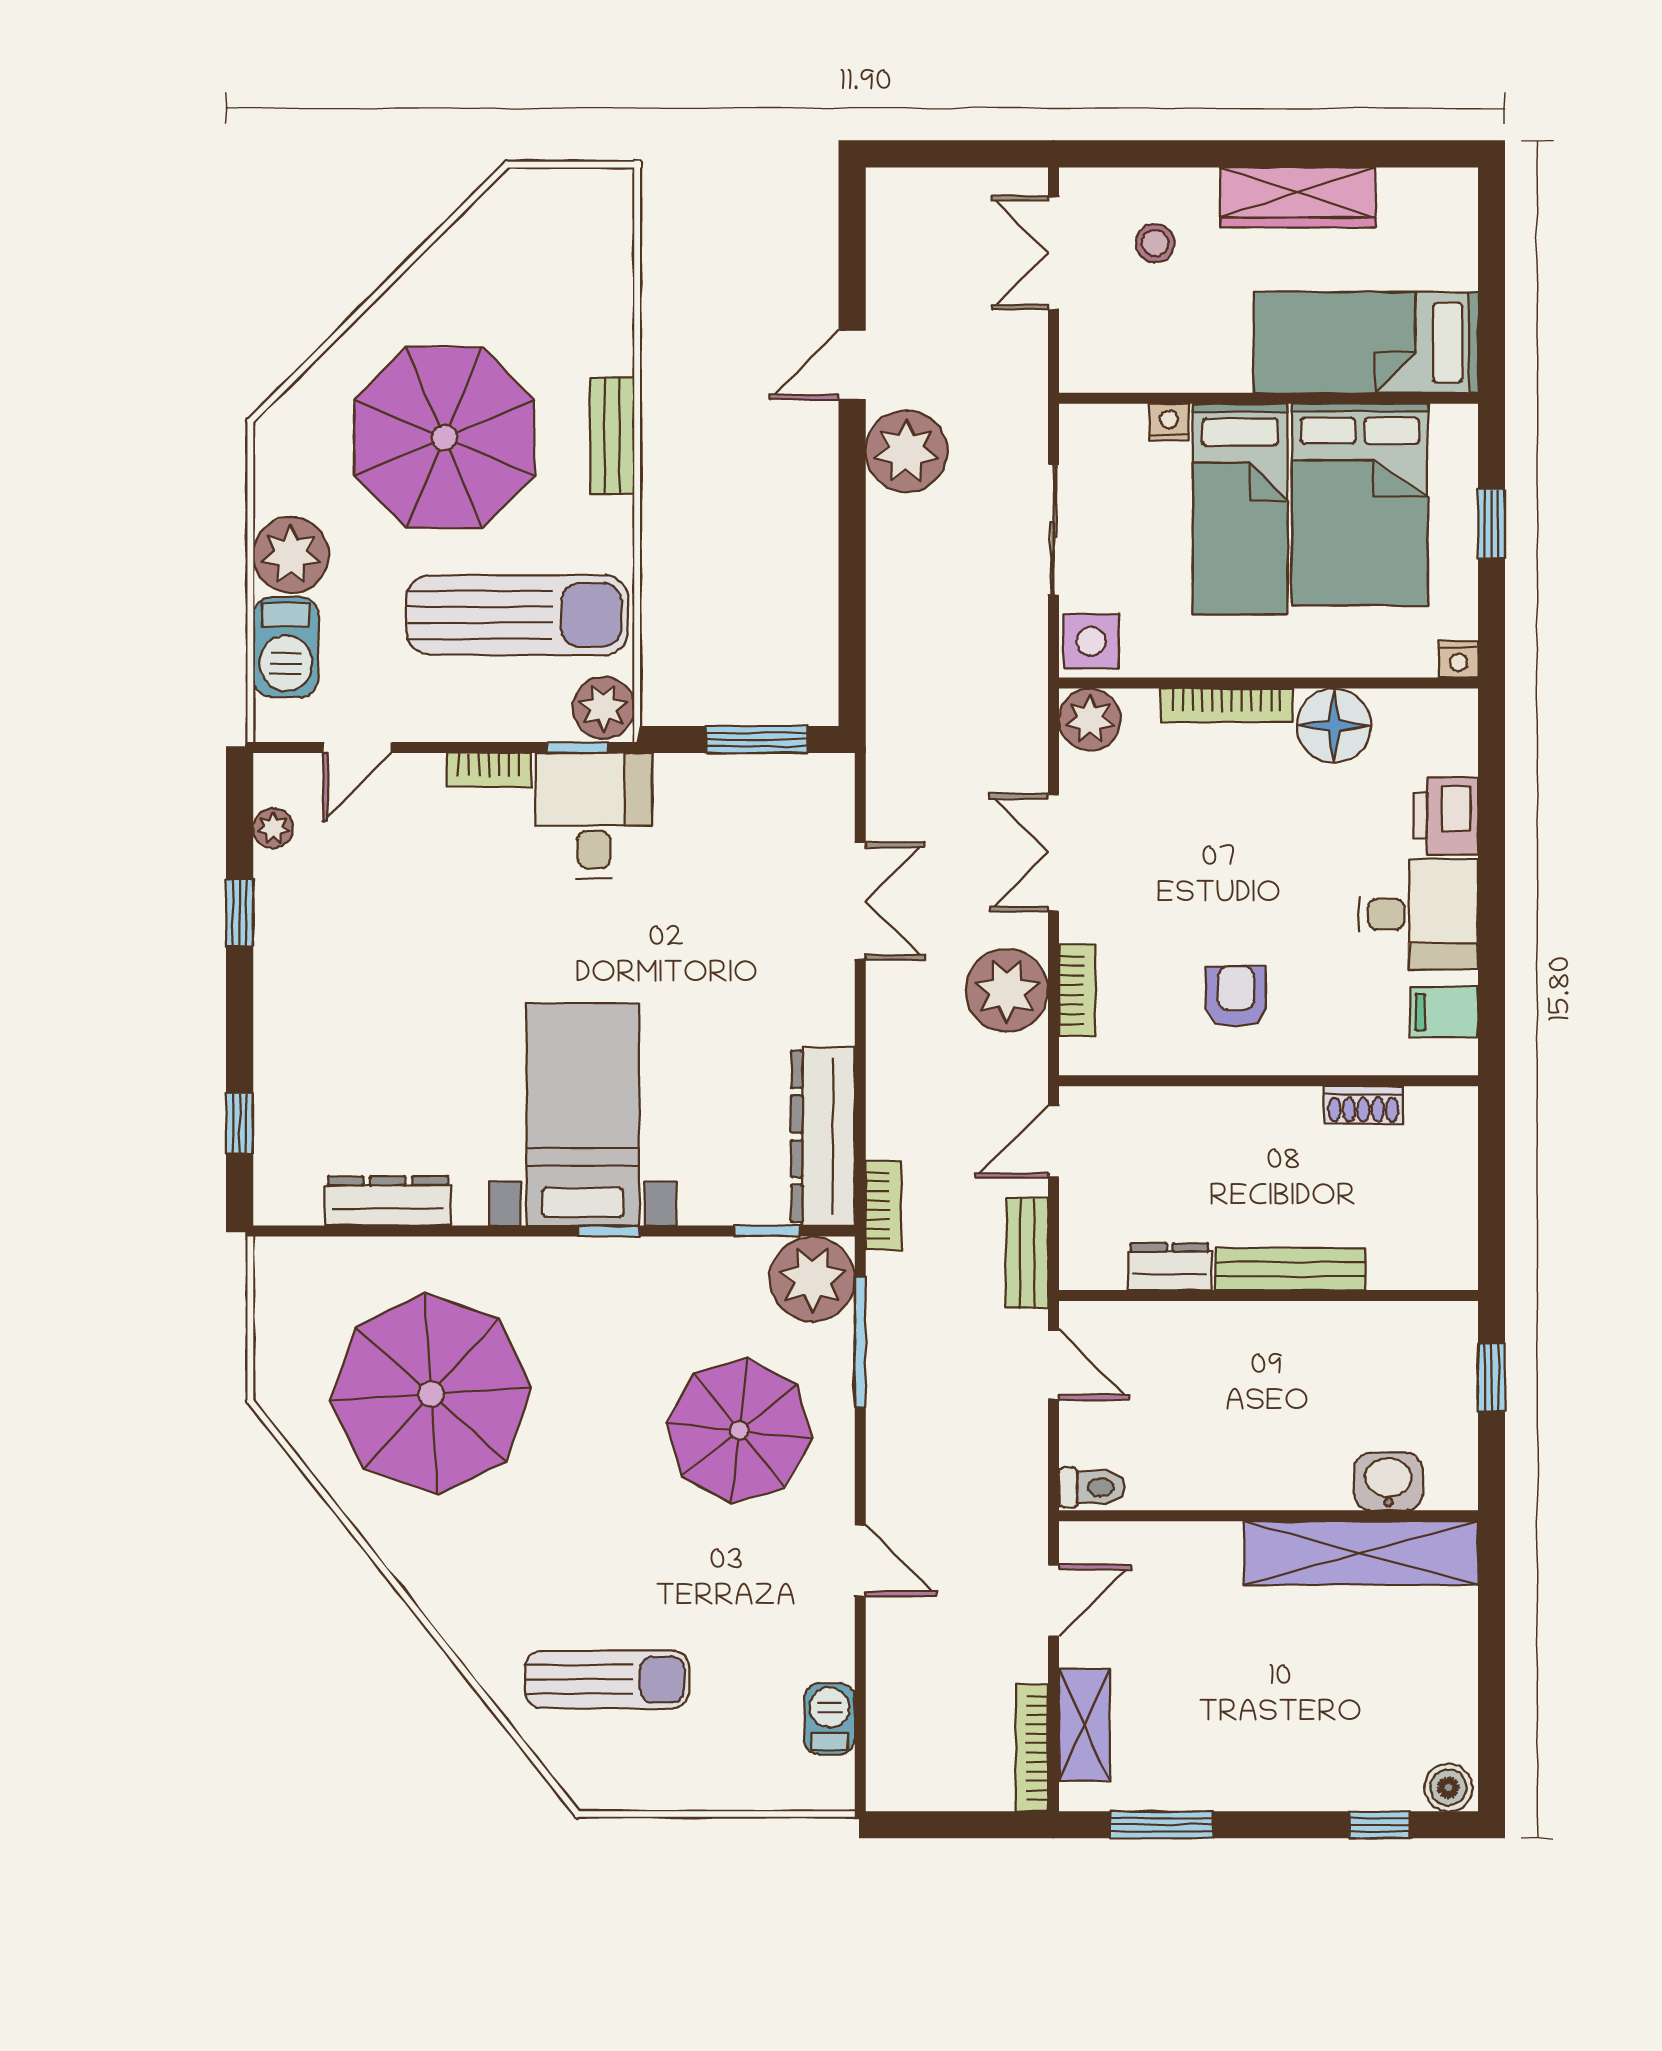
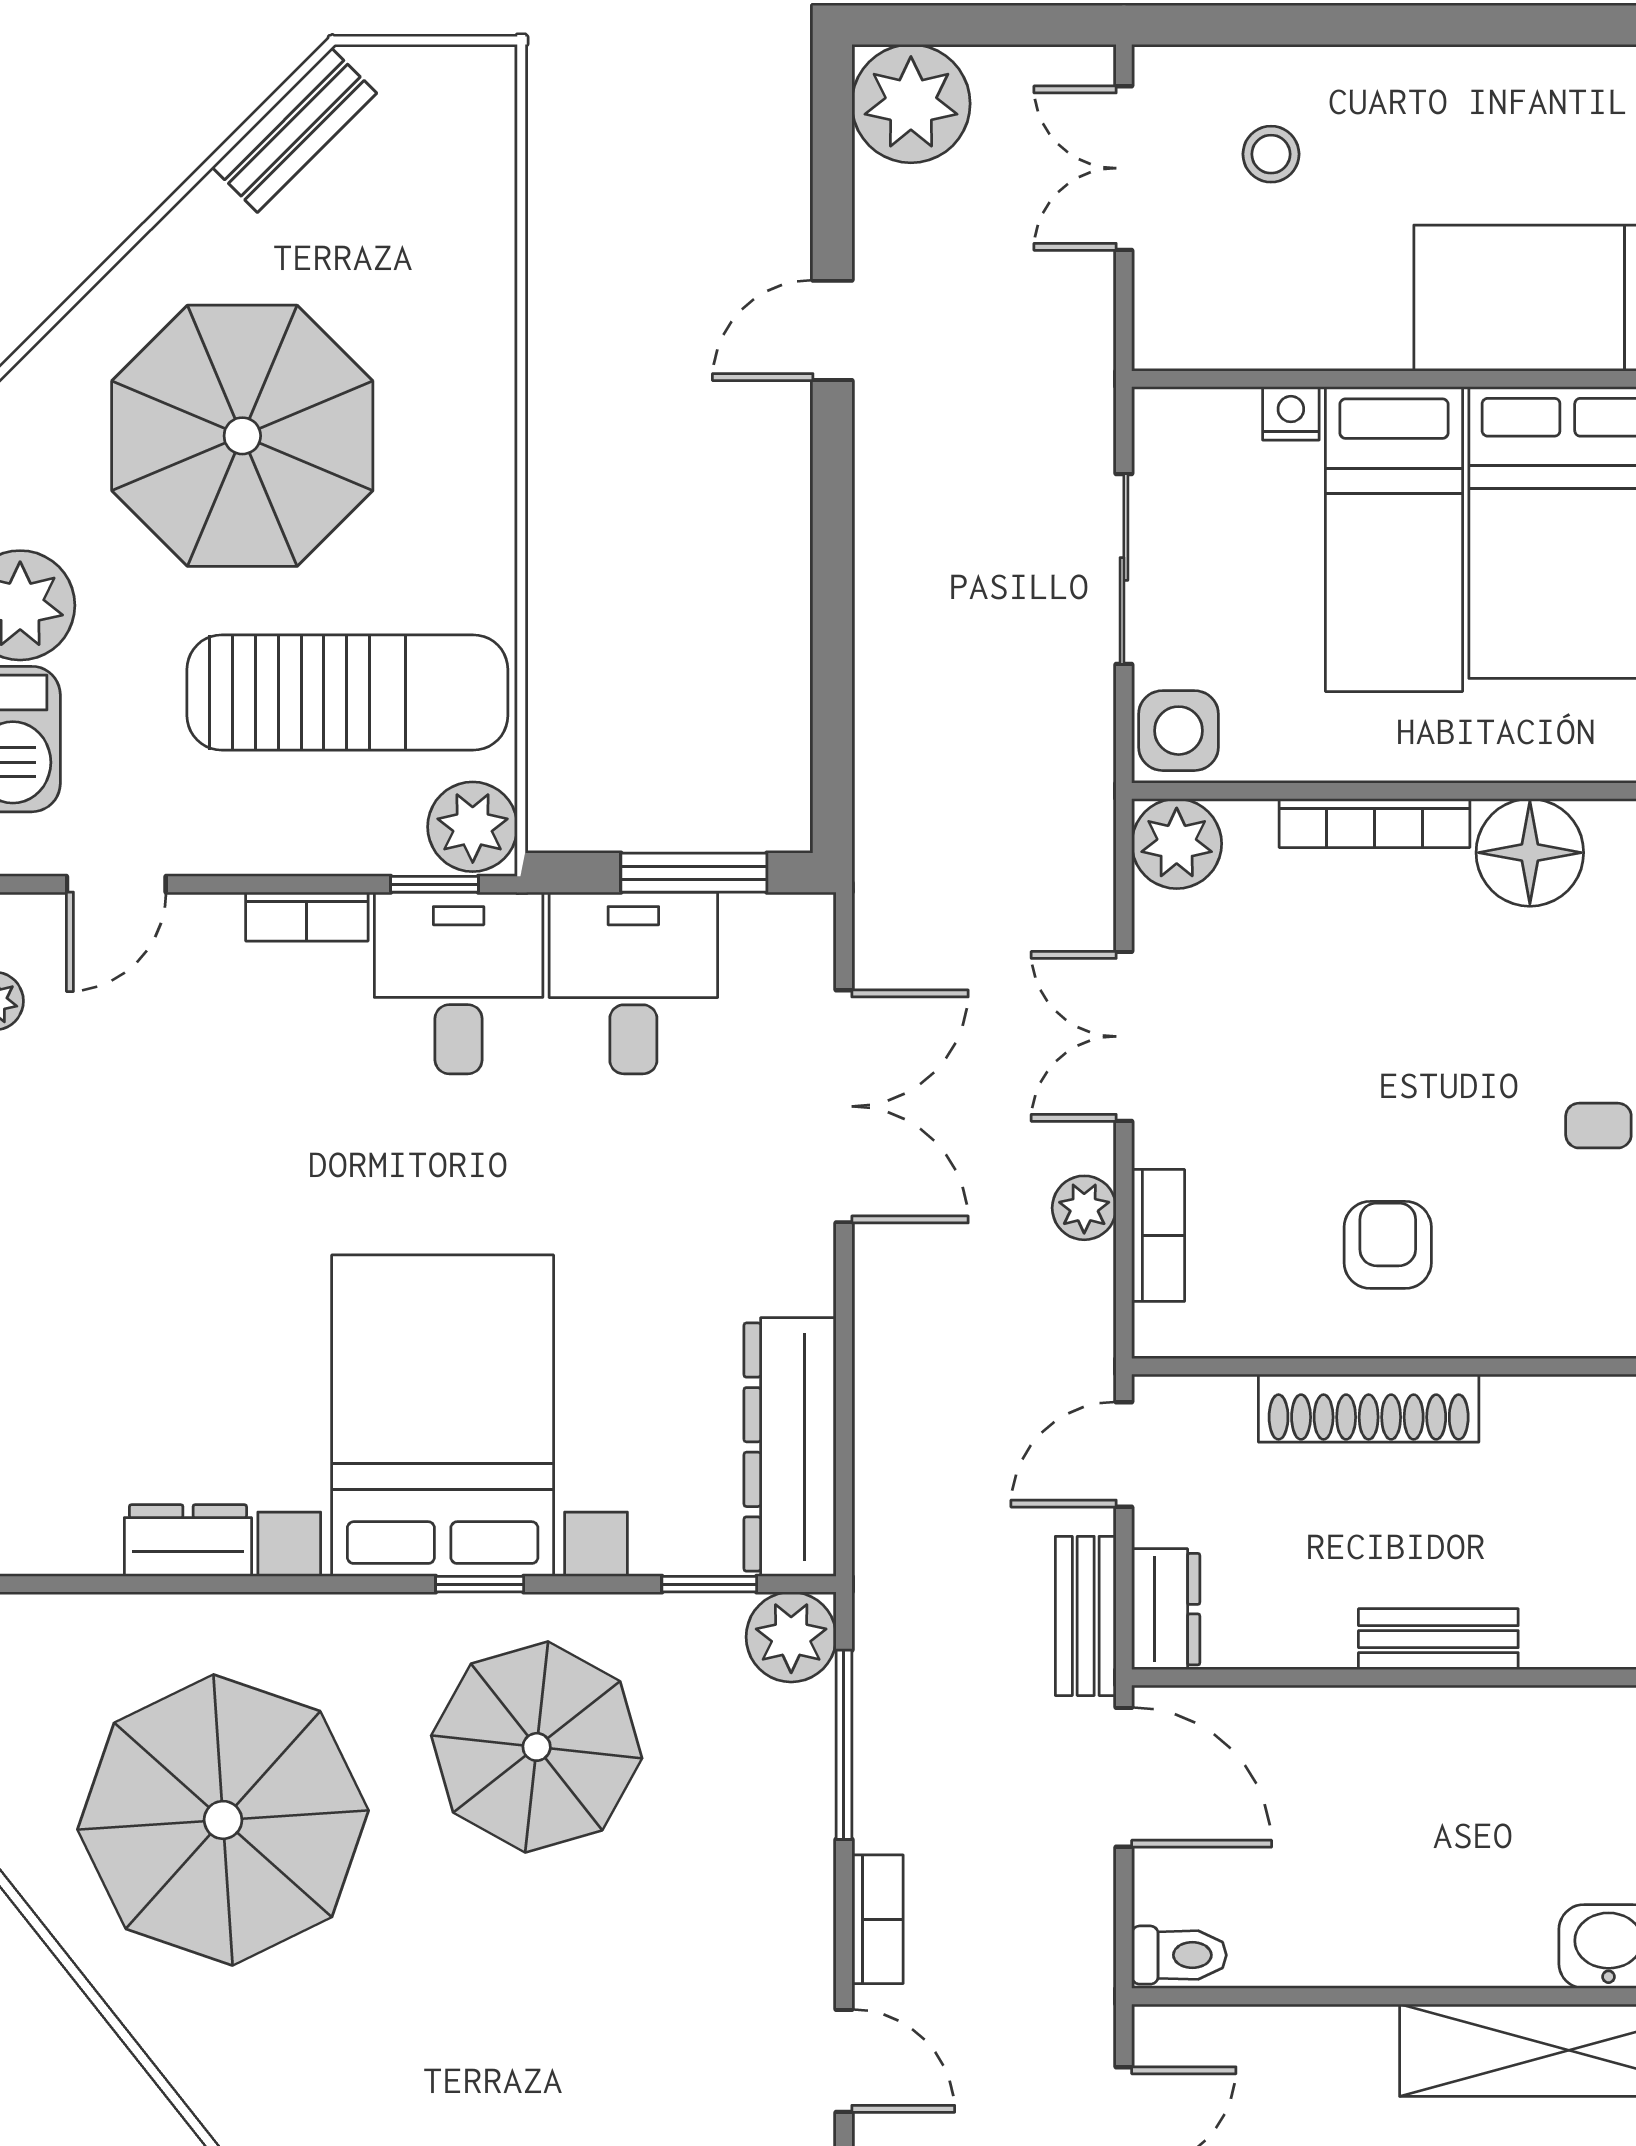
wardrobe: (1298, 197) -> (1477, 88), removed
bench: (612, 436) -> (294, 130), moved, turned 45
plant: (906, 451) -> (911, 104), moved
desk: (715, 816) -> (633, 983), added
double door: (860, 901) -> (844, 1106), width x1.37
plant: (1007, 990) -> (1084, 1208), width x0.53, depth x0.53
shoe rack: (1363, 1105) -> (1369, 1408), moved, width x1.94, depth x1.24
bed with nightstands: (583, 1115) -> (443, 1416), width x1.36
dresser: (388, 1201) -> (188, 1541), width x0.70
bookcase: (883, 1205) -> (877, 1919), moved
dresser: (1170, 1267) -> (1166, 1609), moved, turned 90
bench: (1291, 1269) -> (1438, 1639), width x0.73
plant: (812, 1279) -> (791, 1637), width x0.73, depth x0.73
door: (1054, 1365) -> (1124, 1777), width x1.38
parasol: (739, 1430) -> (537, 1747), moved

